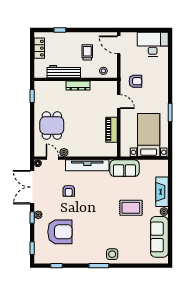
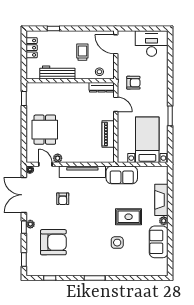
dresser: (78, 86) -> (102, 87), moved
sofa: (159, 237) -> (159, 242), width x0.73
side table: (112, 254) -> (117, 243), moved

